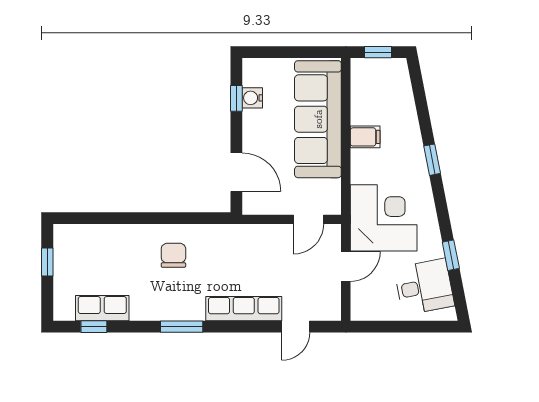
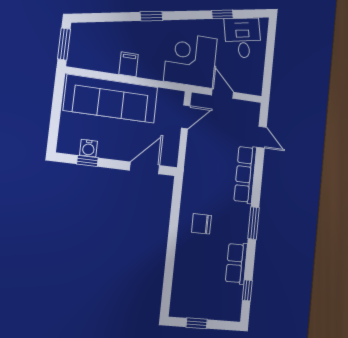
window: (378, 52) -> (64, 44), width x1.50
door: (308, 219) -> (186, 117), hinge flipped
row of seats: (102, 308) -> (236, 263), moved

